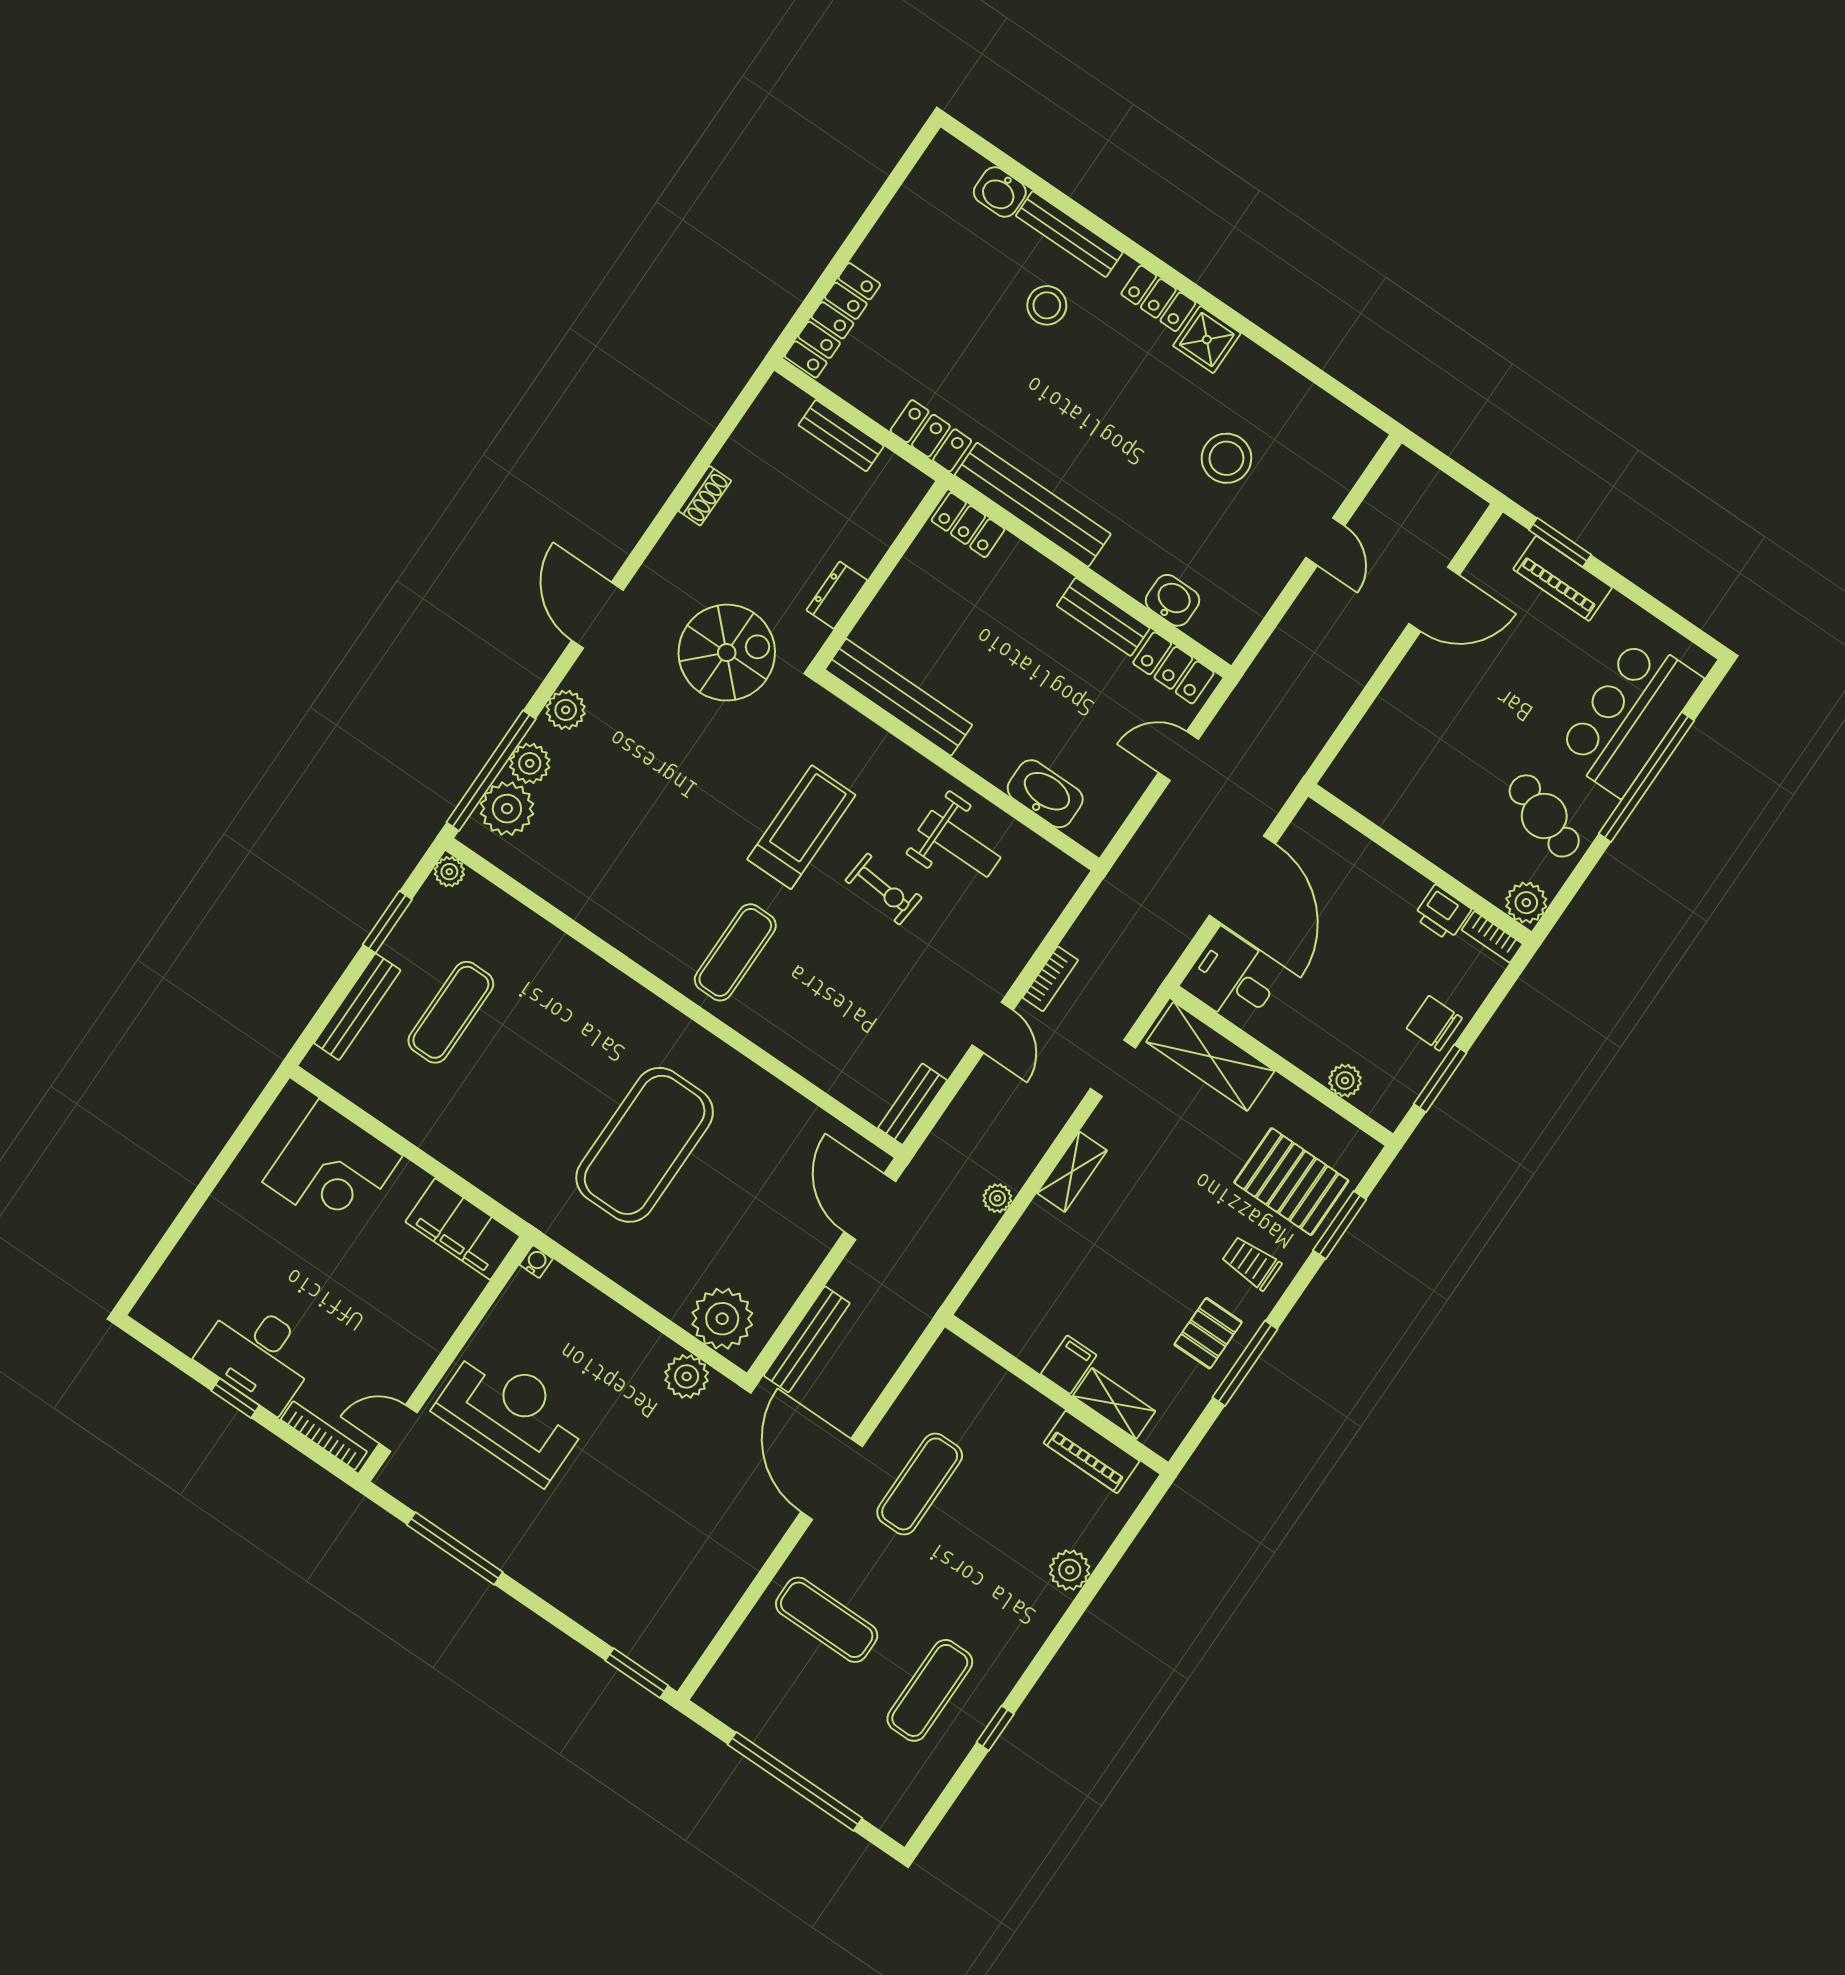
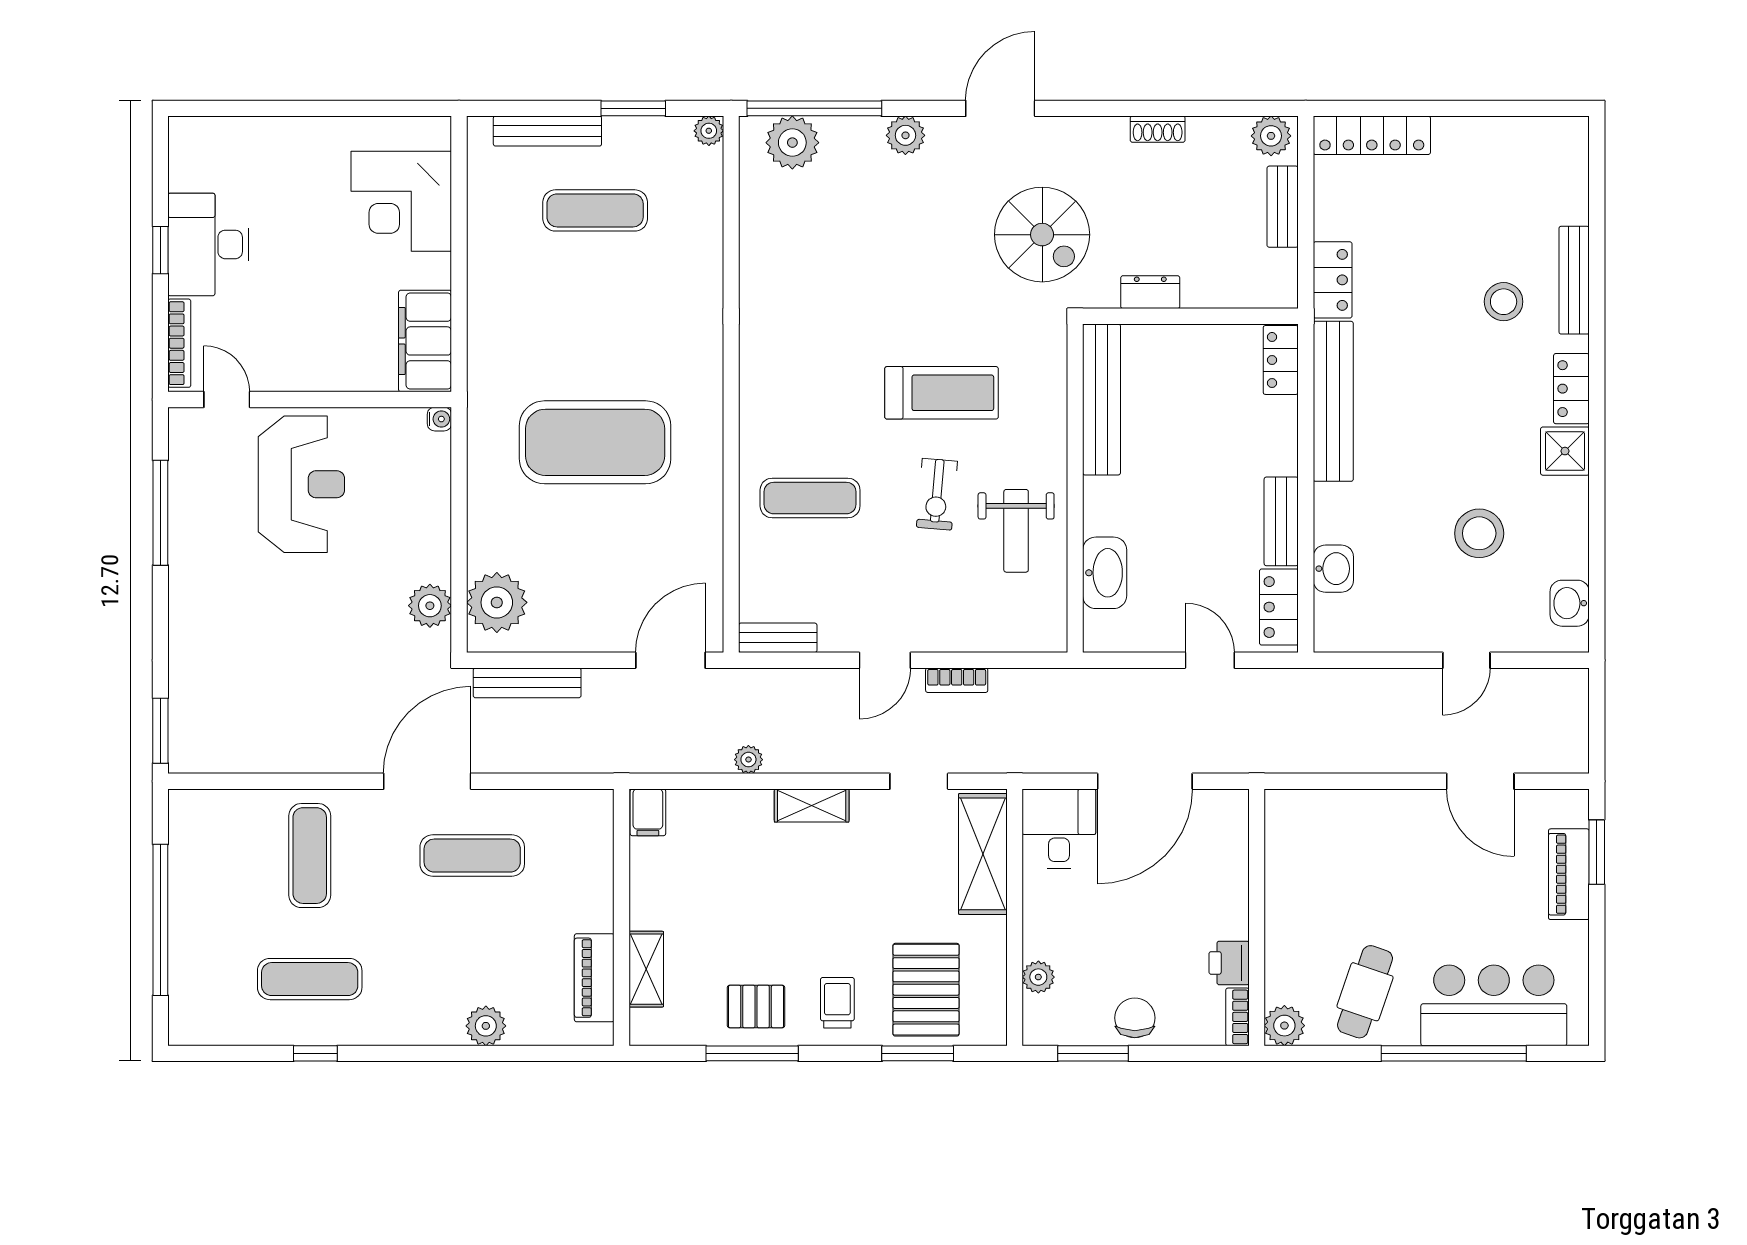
washbasin: (1000, 192) -> (1570, 603), moved
plant: (530, 763) -> (1271, 136), moved
exercise mat: (735, 952) -> (810, 498), moved
filing cabinet: (1069, 1365) -> (648, 812), moved, turned 90

